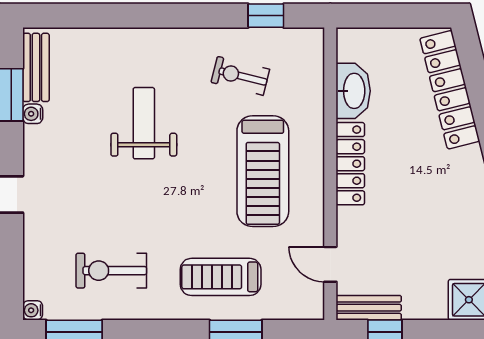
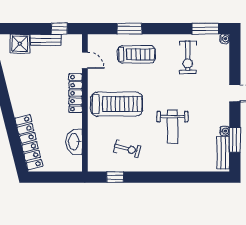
locker: (350, 164) -> (76, 93), moved
treadmill: (263, 171) -> (117, 104), turned 90
exercise bike: (111, 271) -> (188, 57), turned 90
bench: (369, 308) -> (46, 40), moved

